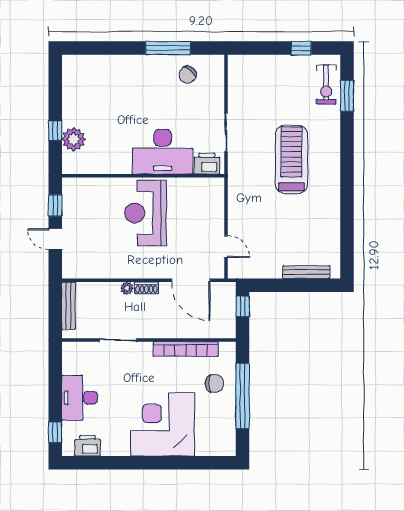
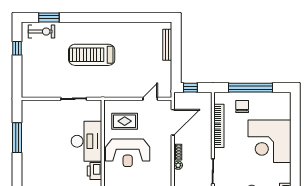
chair: (188, 75) -> (35, 124), removed
printer: (207, 164) -> (94, 171), moved
rug: (192, 208) -> (125, 121), added

